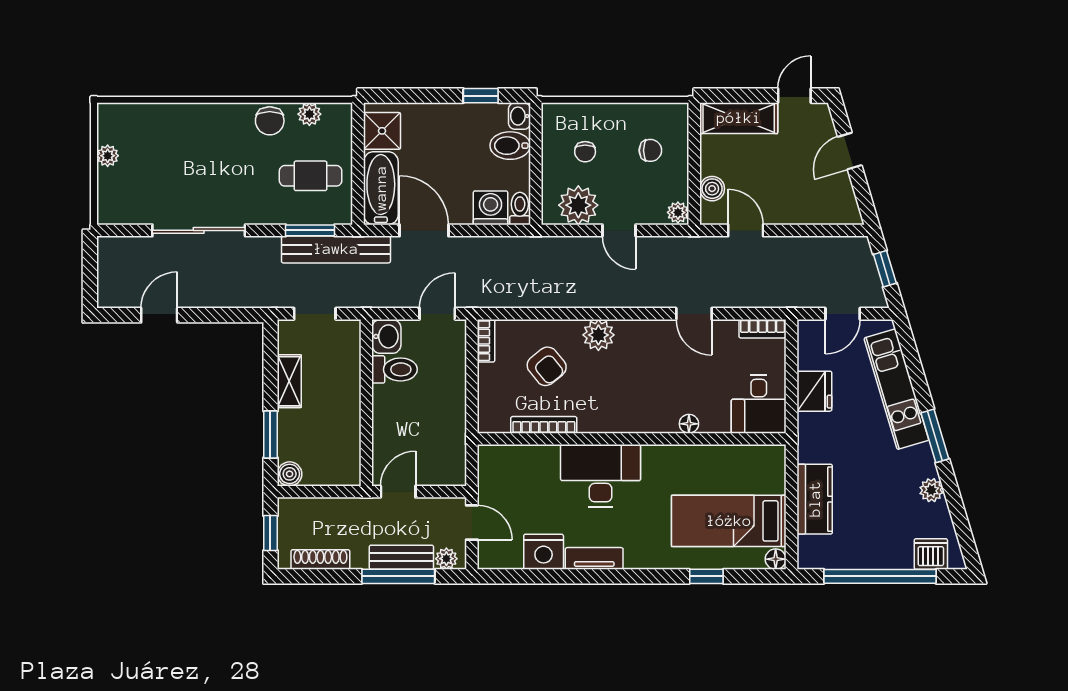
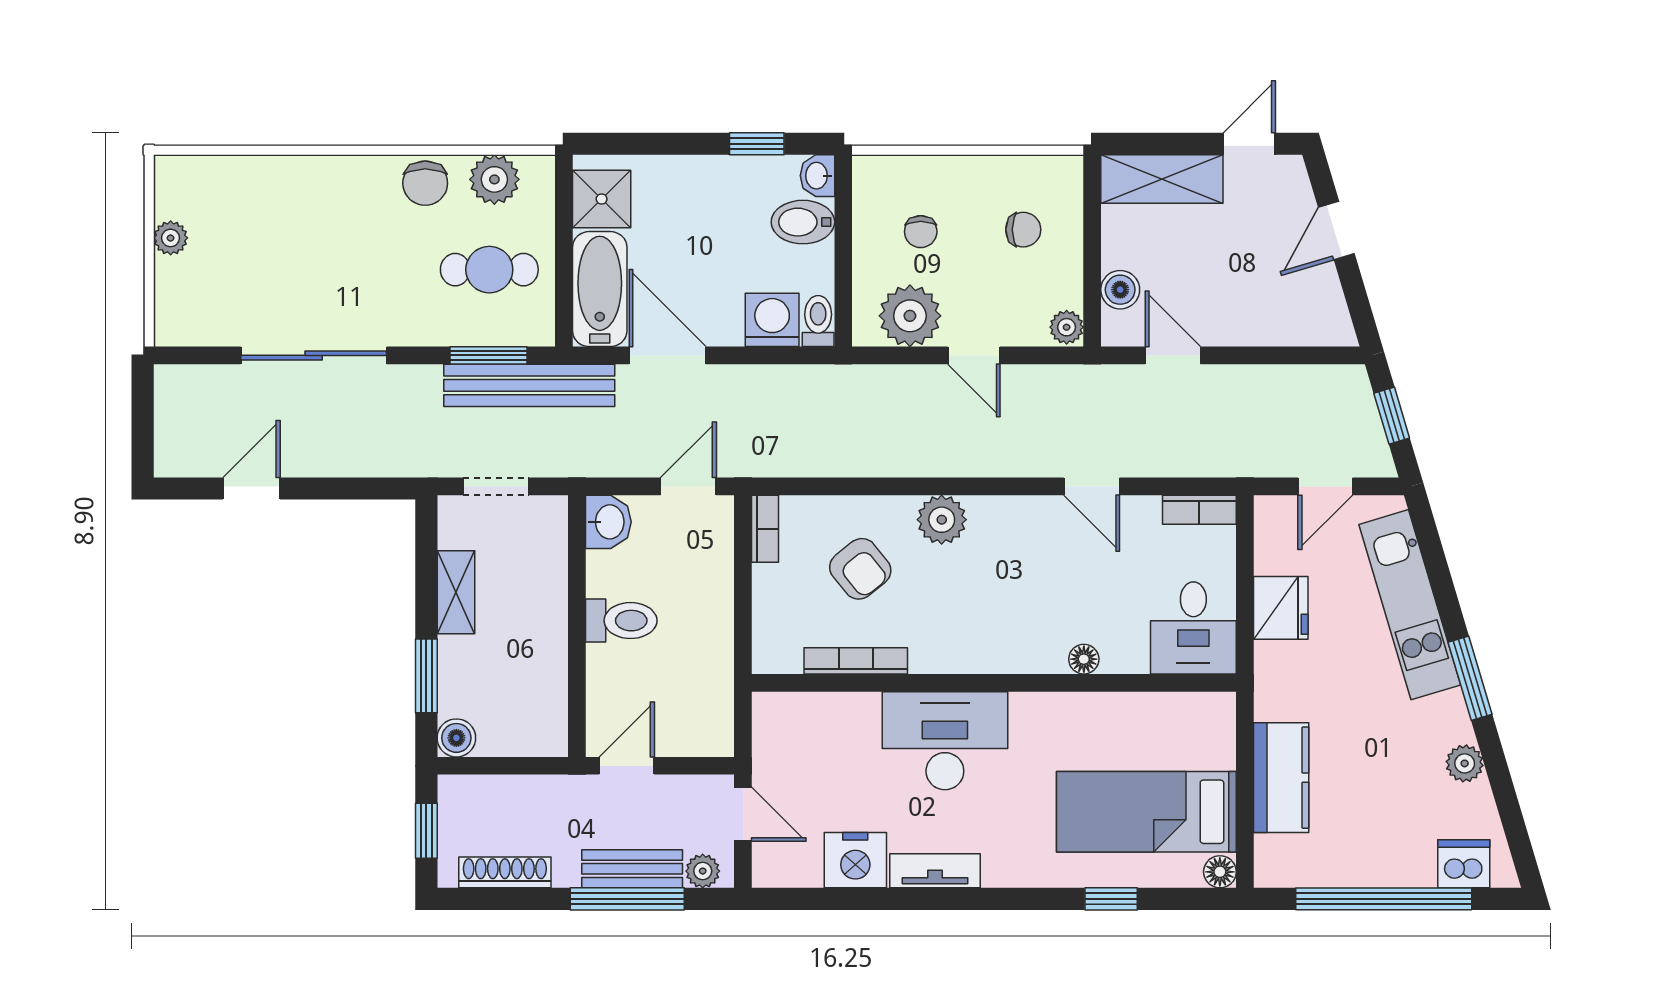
plant: (309, 114) -> (494, 179), width x1.38, depth x1.38
toilet: (395, 369) -> (621, 621), moved

